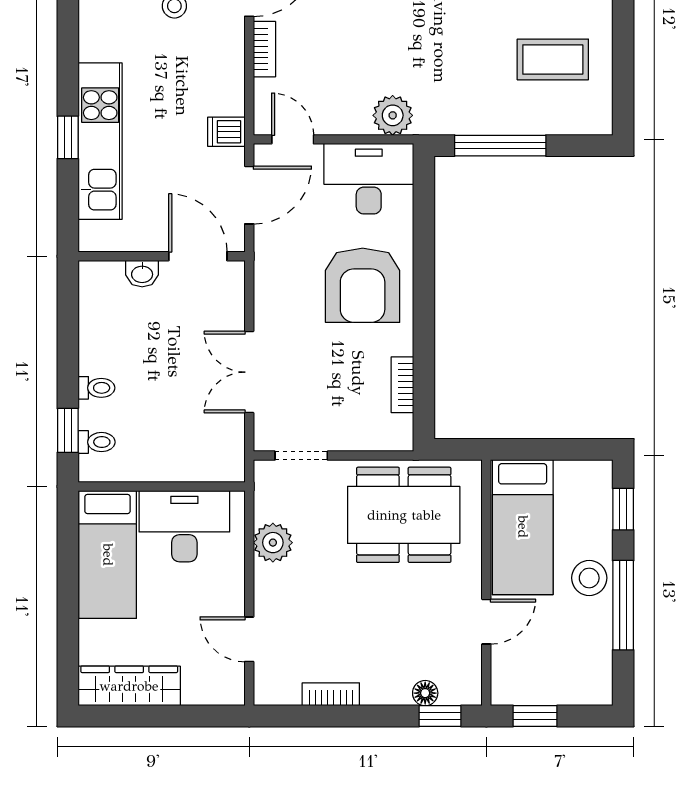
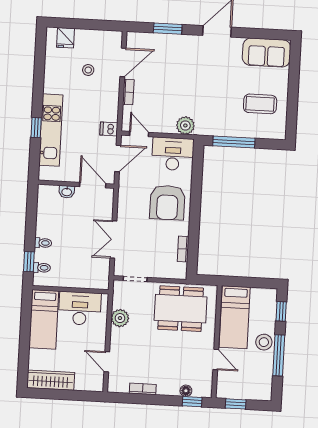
door: (486, 622) -> (216, 360), hinge flipped

